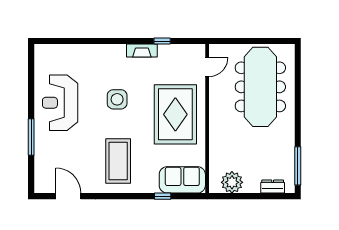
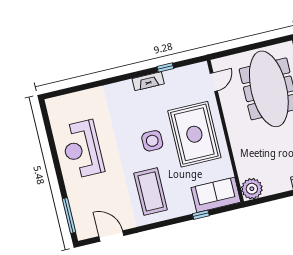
side table: (117, 99) -> (152, 141), moved
window: (31, 137) -> (69, 215), moved
plant: (232, 182) -> (252, 189), moved

